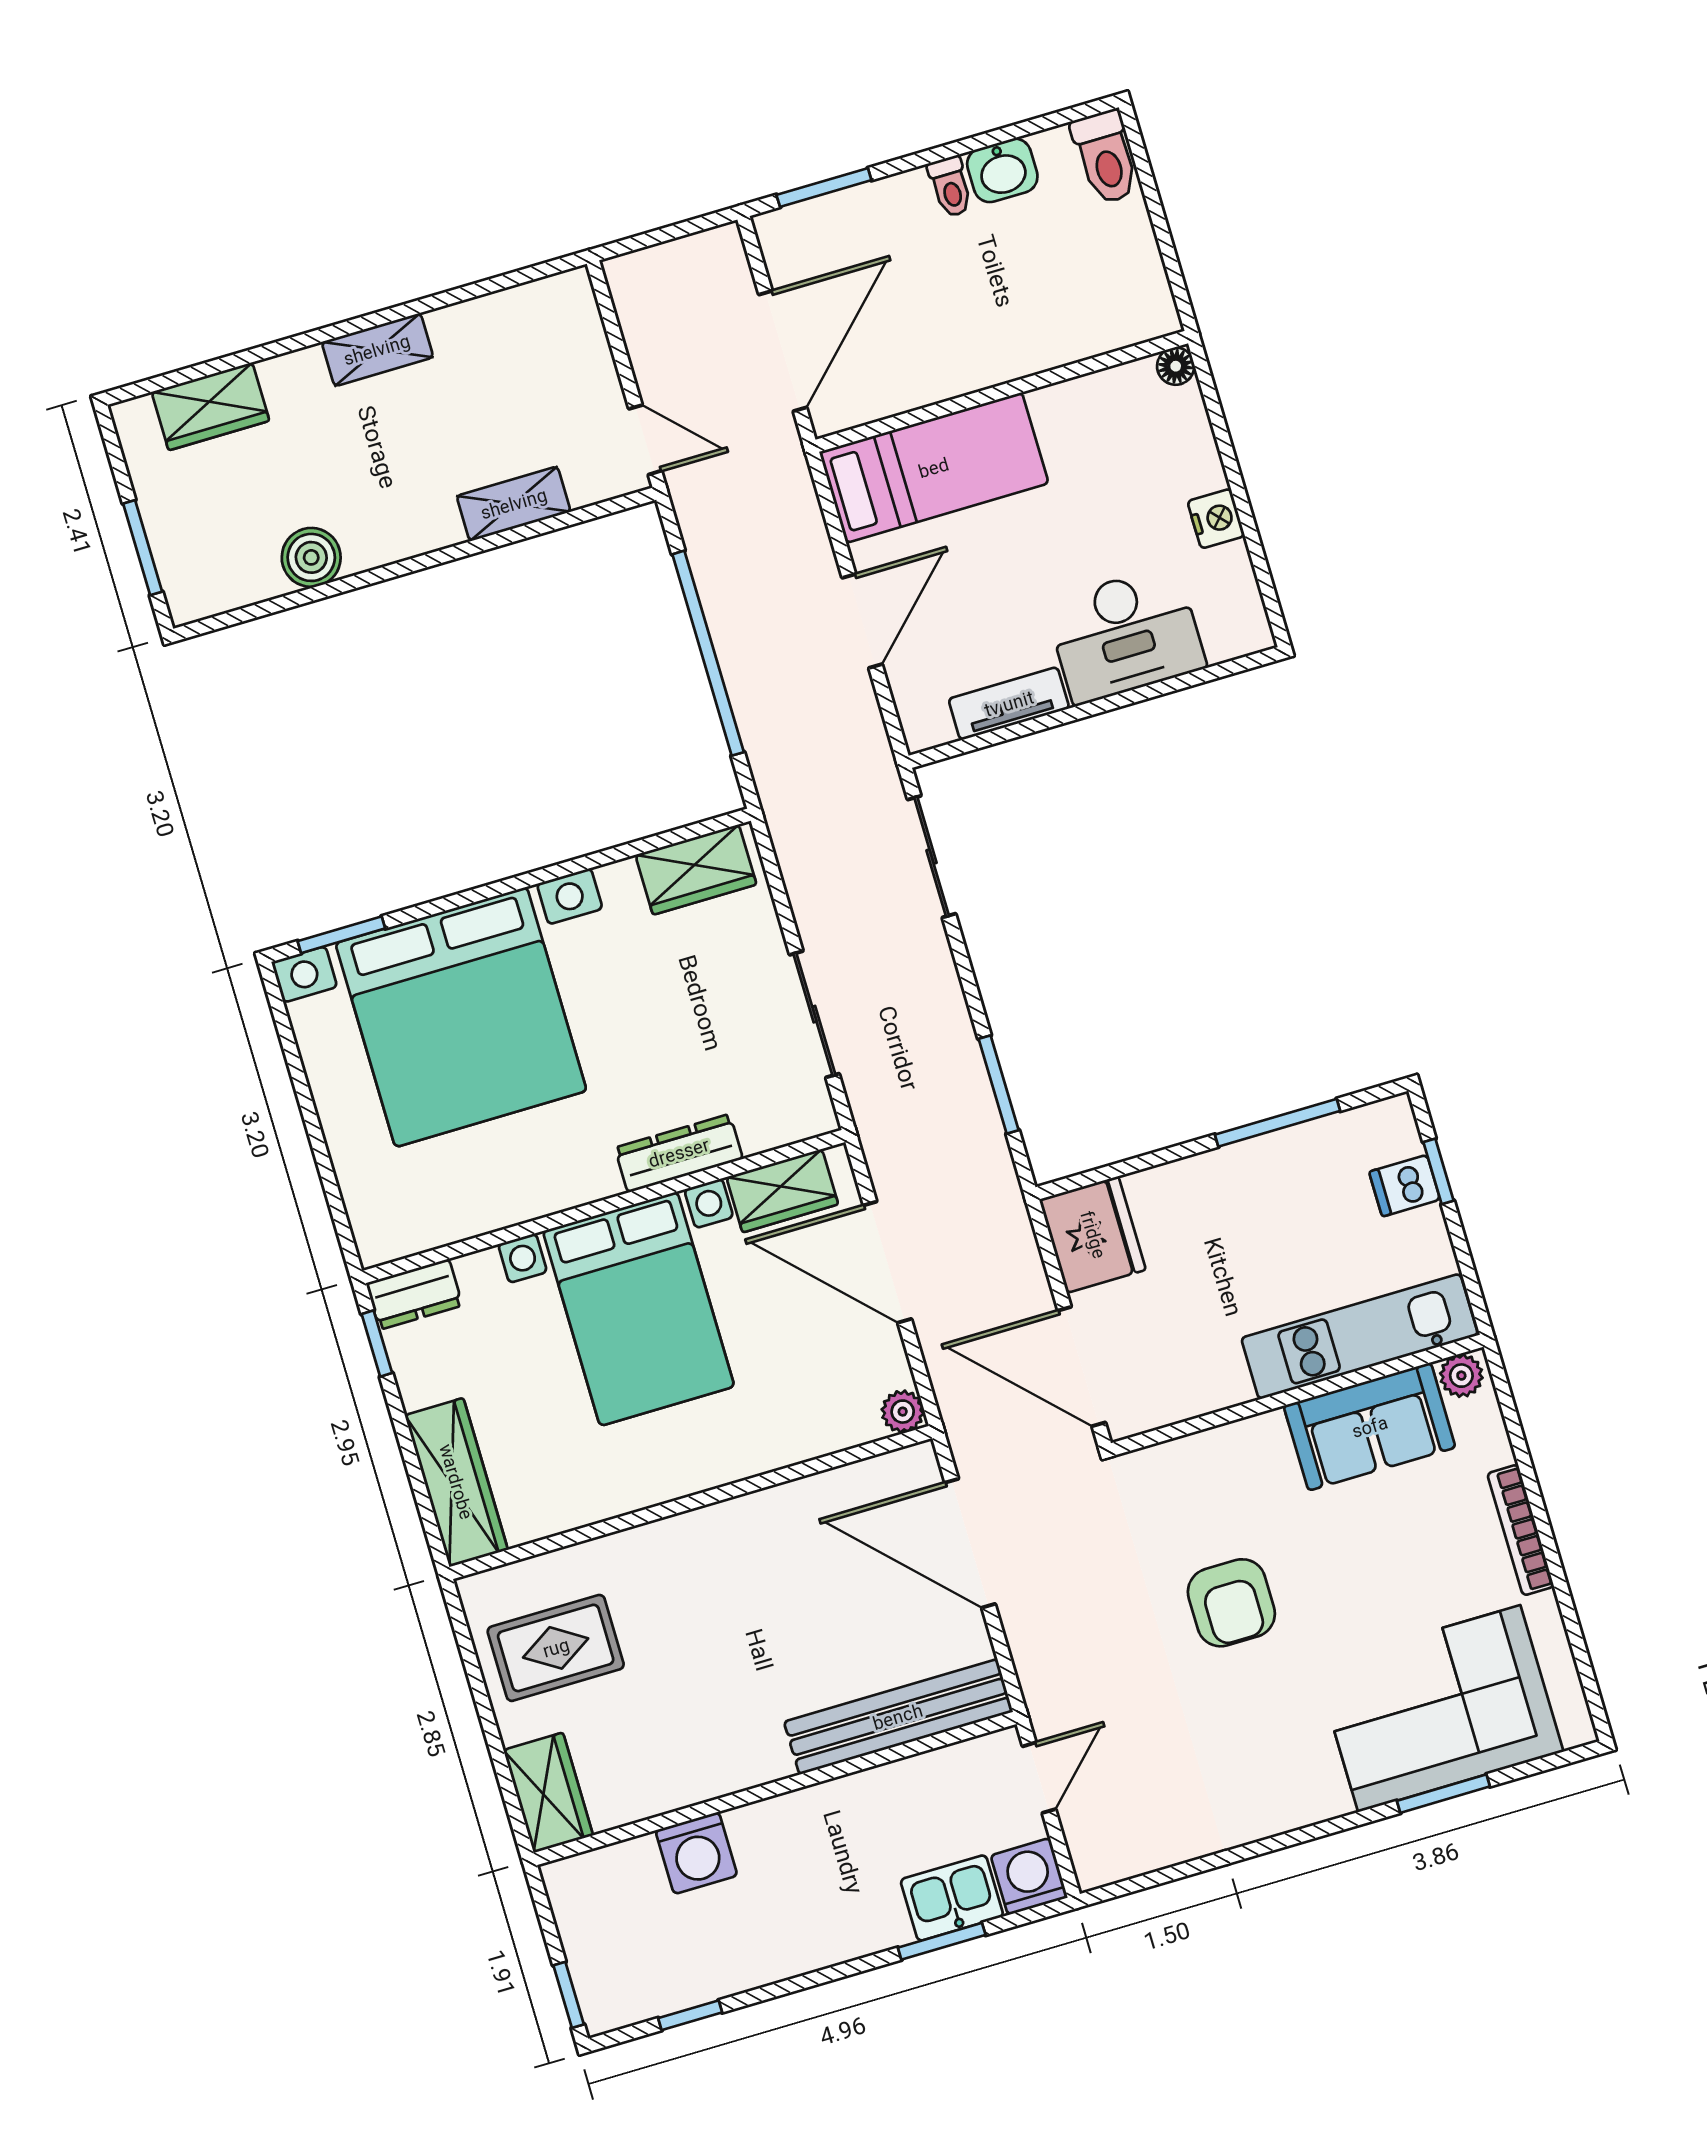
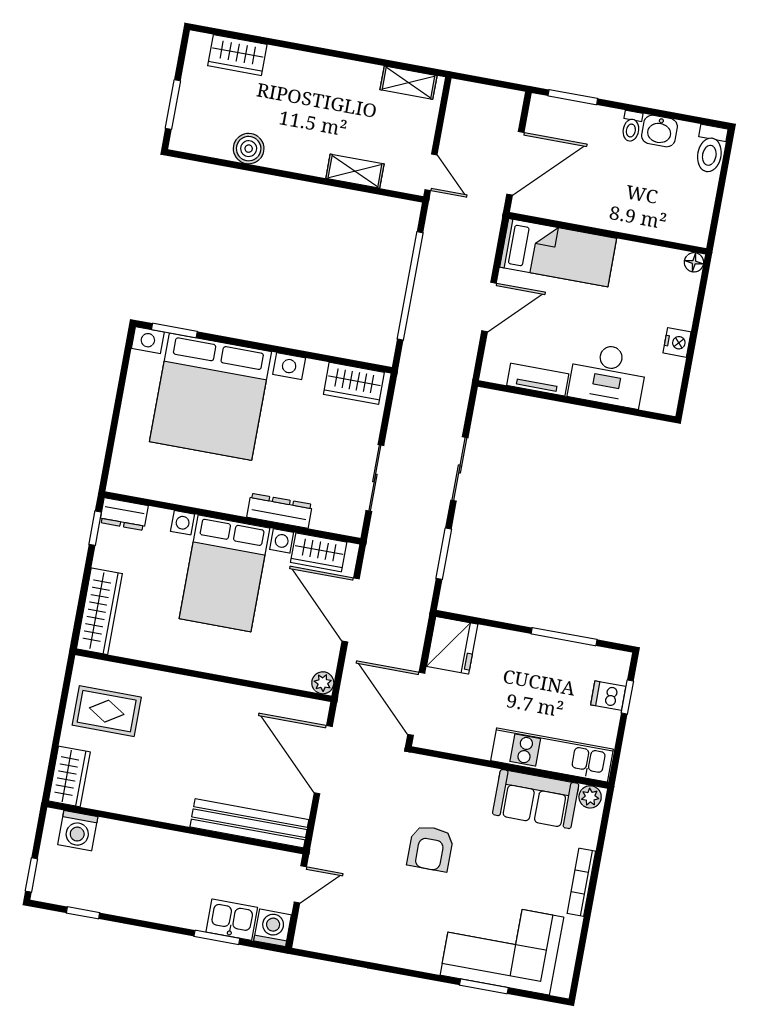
shelving: (377, 350) -> (408, 83), moved
sliding door: (932, 857) -> (459, 469), moved
washing machine: (696, 1853) -> (78, 831), moved

